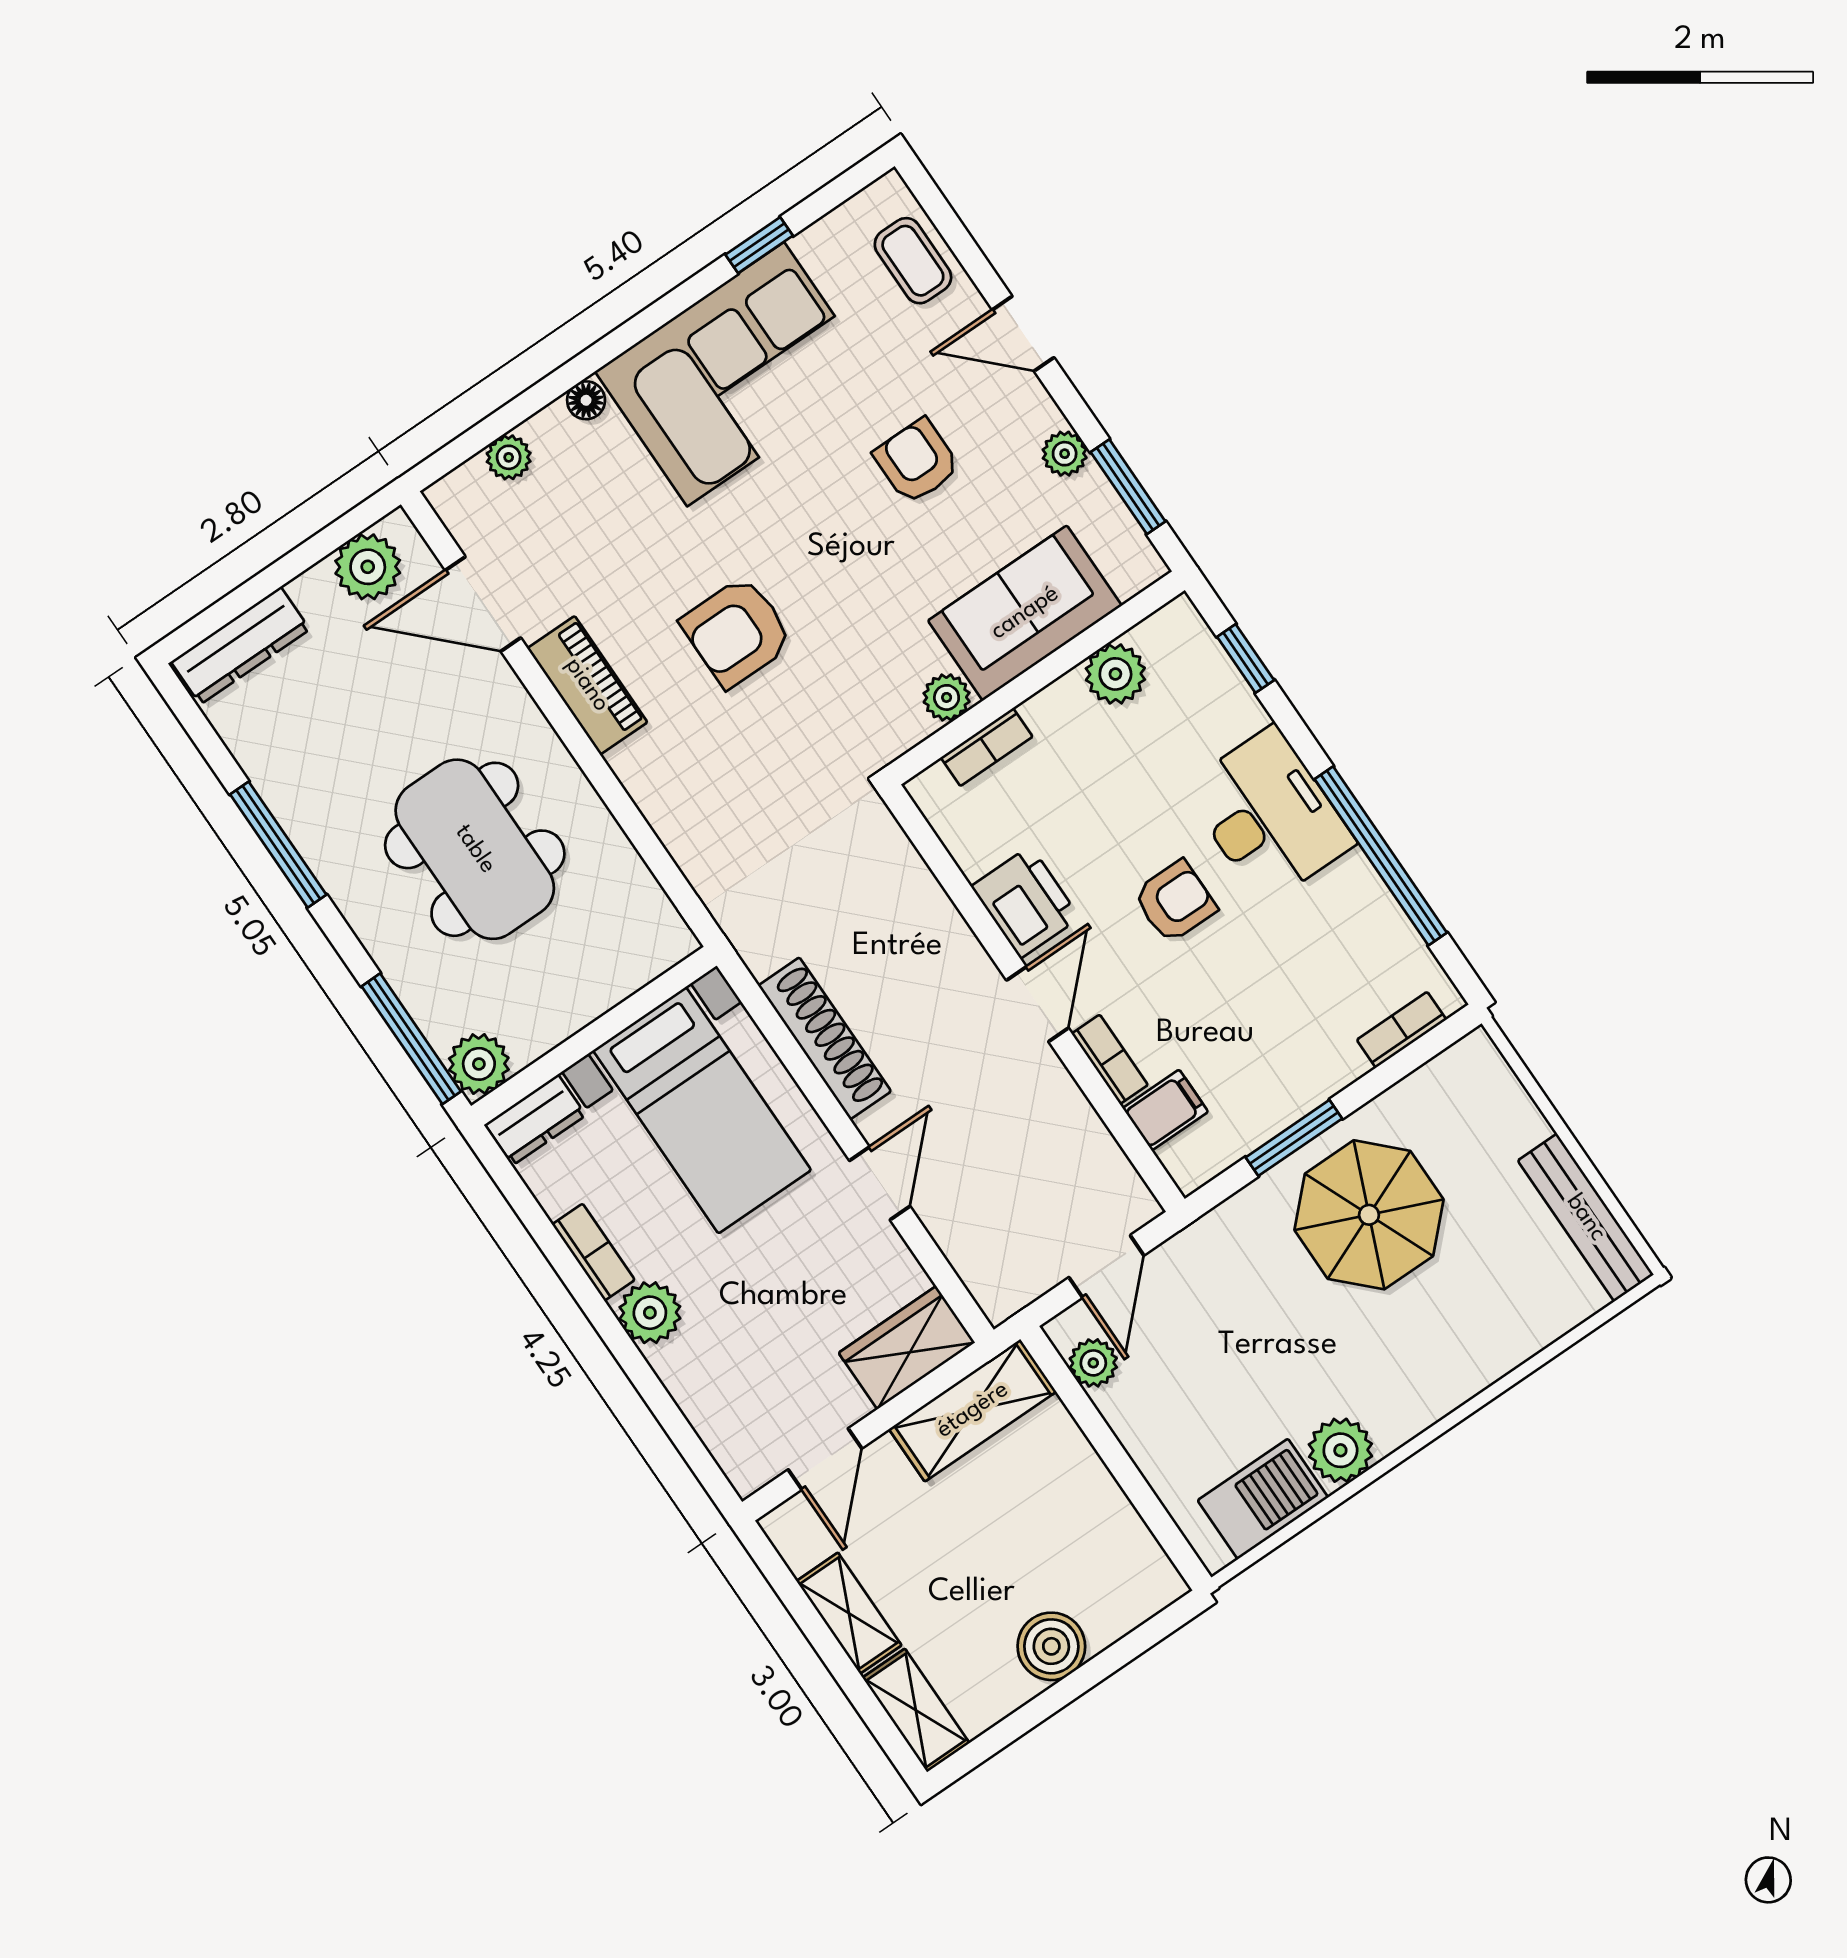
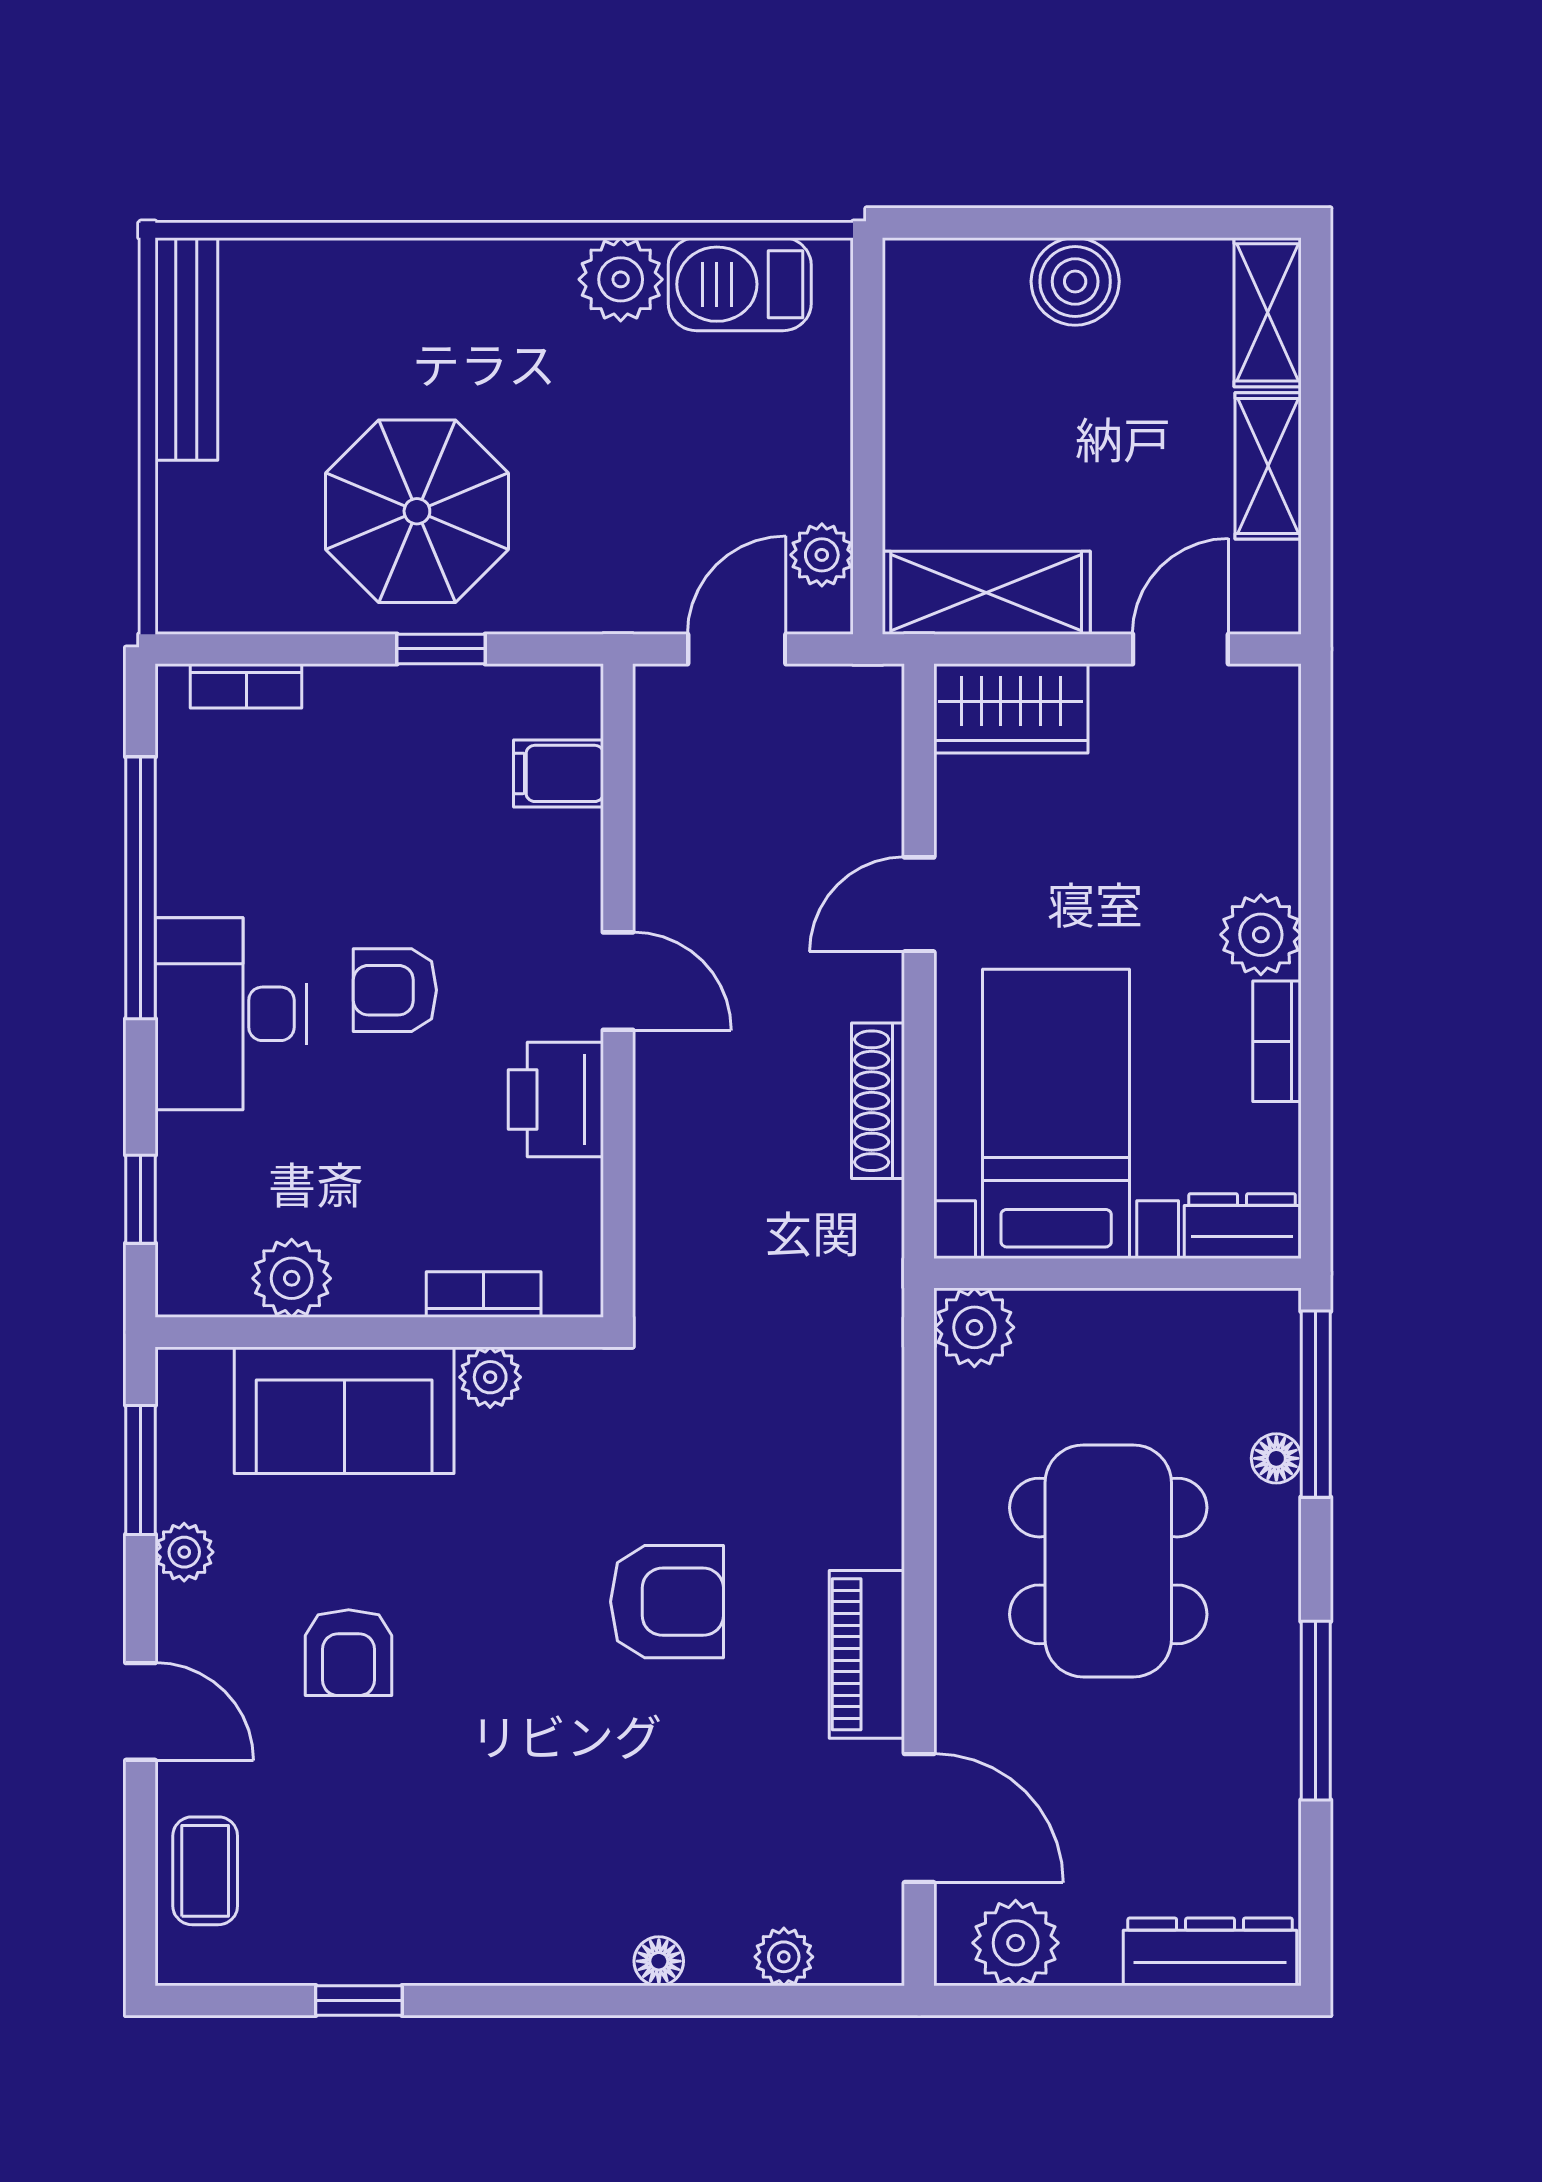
corner sofa: (736, 374) -> (479, 1879), removed
floor lamp: (413, 987) -> (1276, 1458), added
door: (1037, 1004) -> (618, 981), swing flipped
shoe rack: (825, 1038) -> (878, 1101), width x0.74, depth x0.81
bookcase: (1110, 1059) -> (581, 869), removed
plant: (479, 1064) -> (974, 1327), moved
window: (1294, 1138) -> (441, 649), width x0.67

